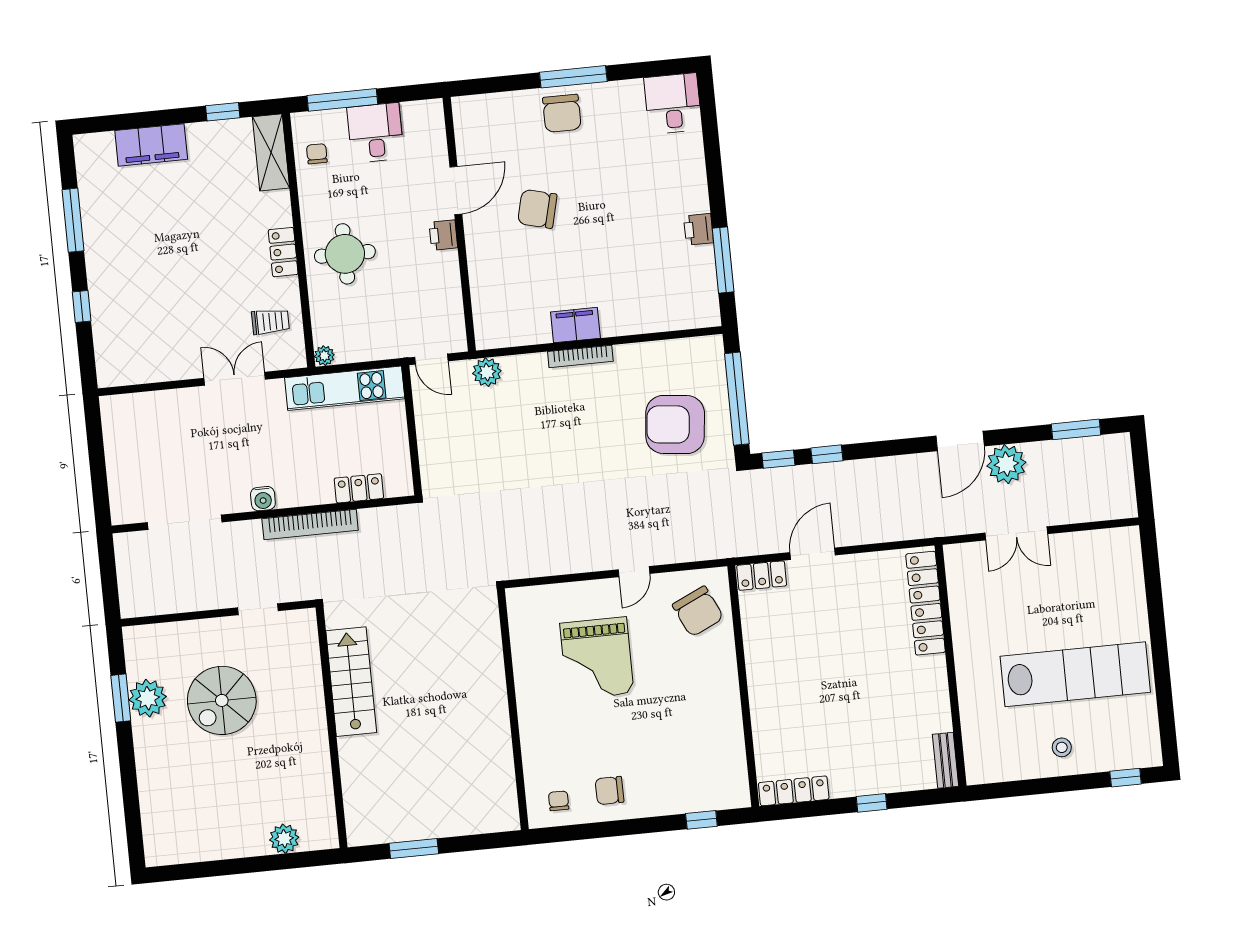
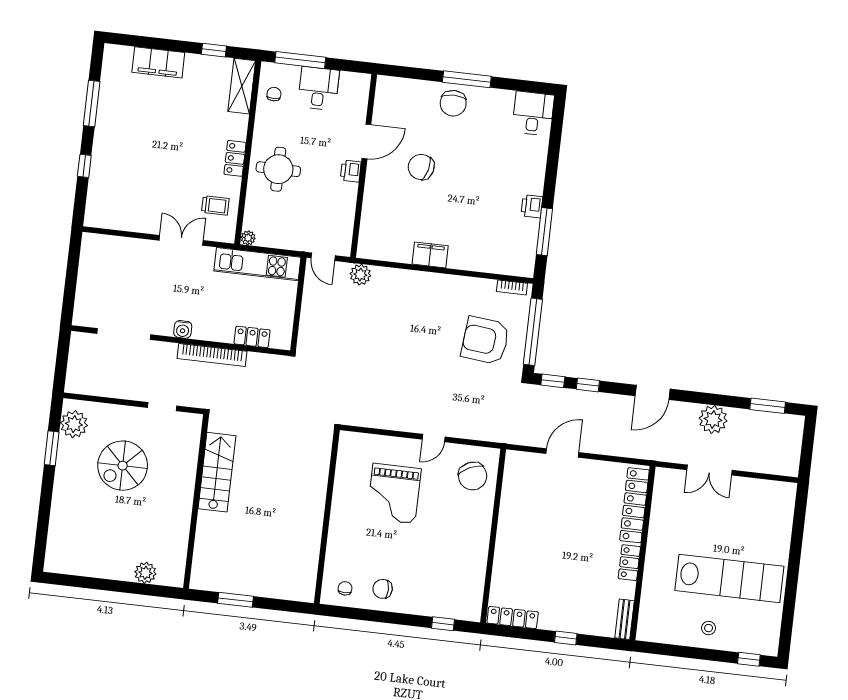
bookcase: (580, 356) -> (512, 287), moved, width x0.64
door: (960, 441) -> (653, 392), moved
locker: (762, 576) -> (629, 563), moved, turned 90
plant: (148, 698) -> (74, 424), moved

